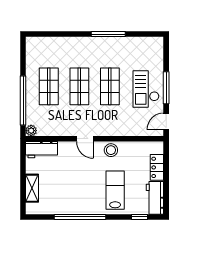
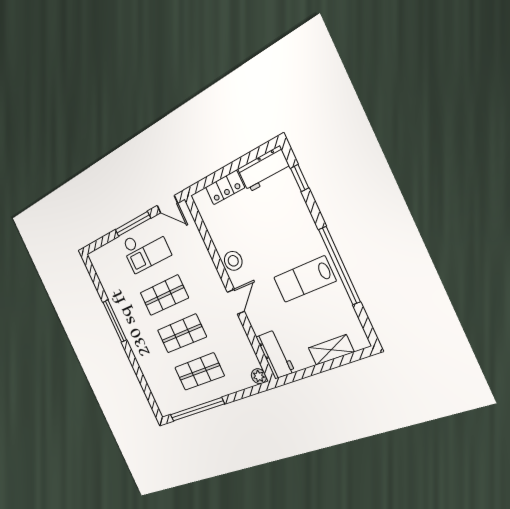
window: (23, 101) -> (197, 409), moved
lab bench: (115, 190) -> (304, 279), moved

